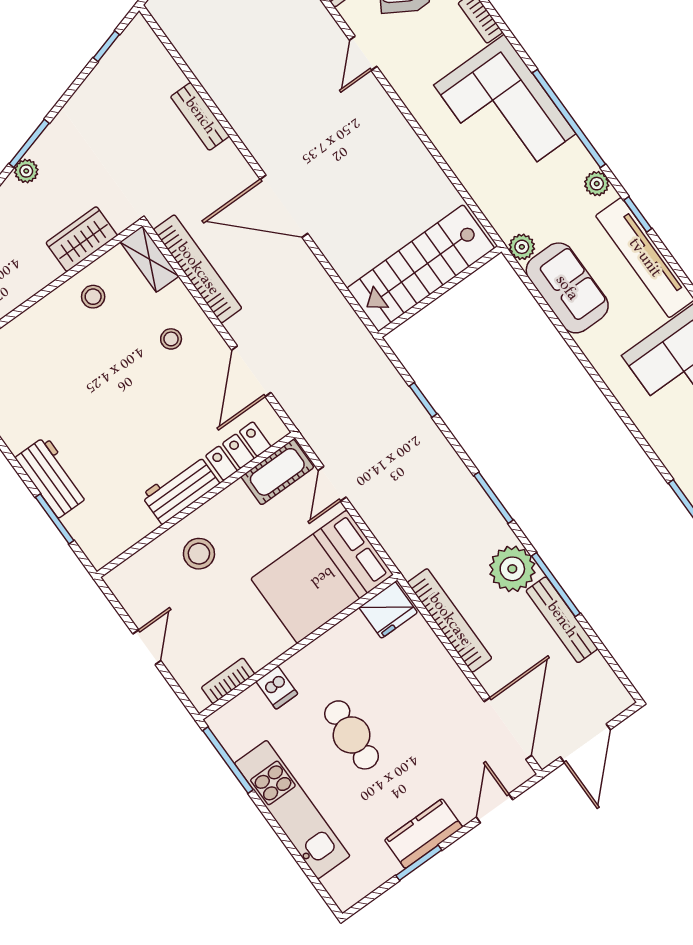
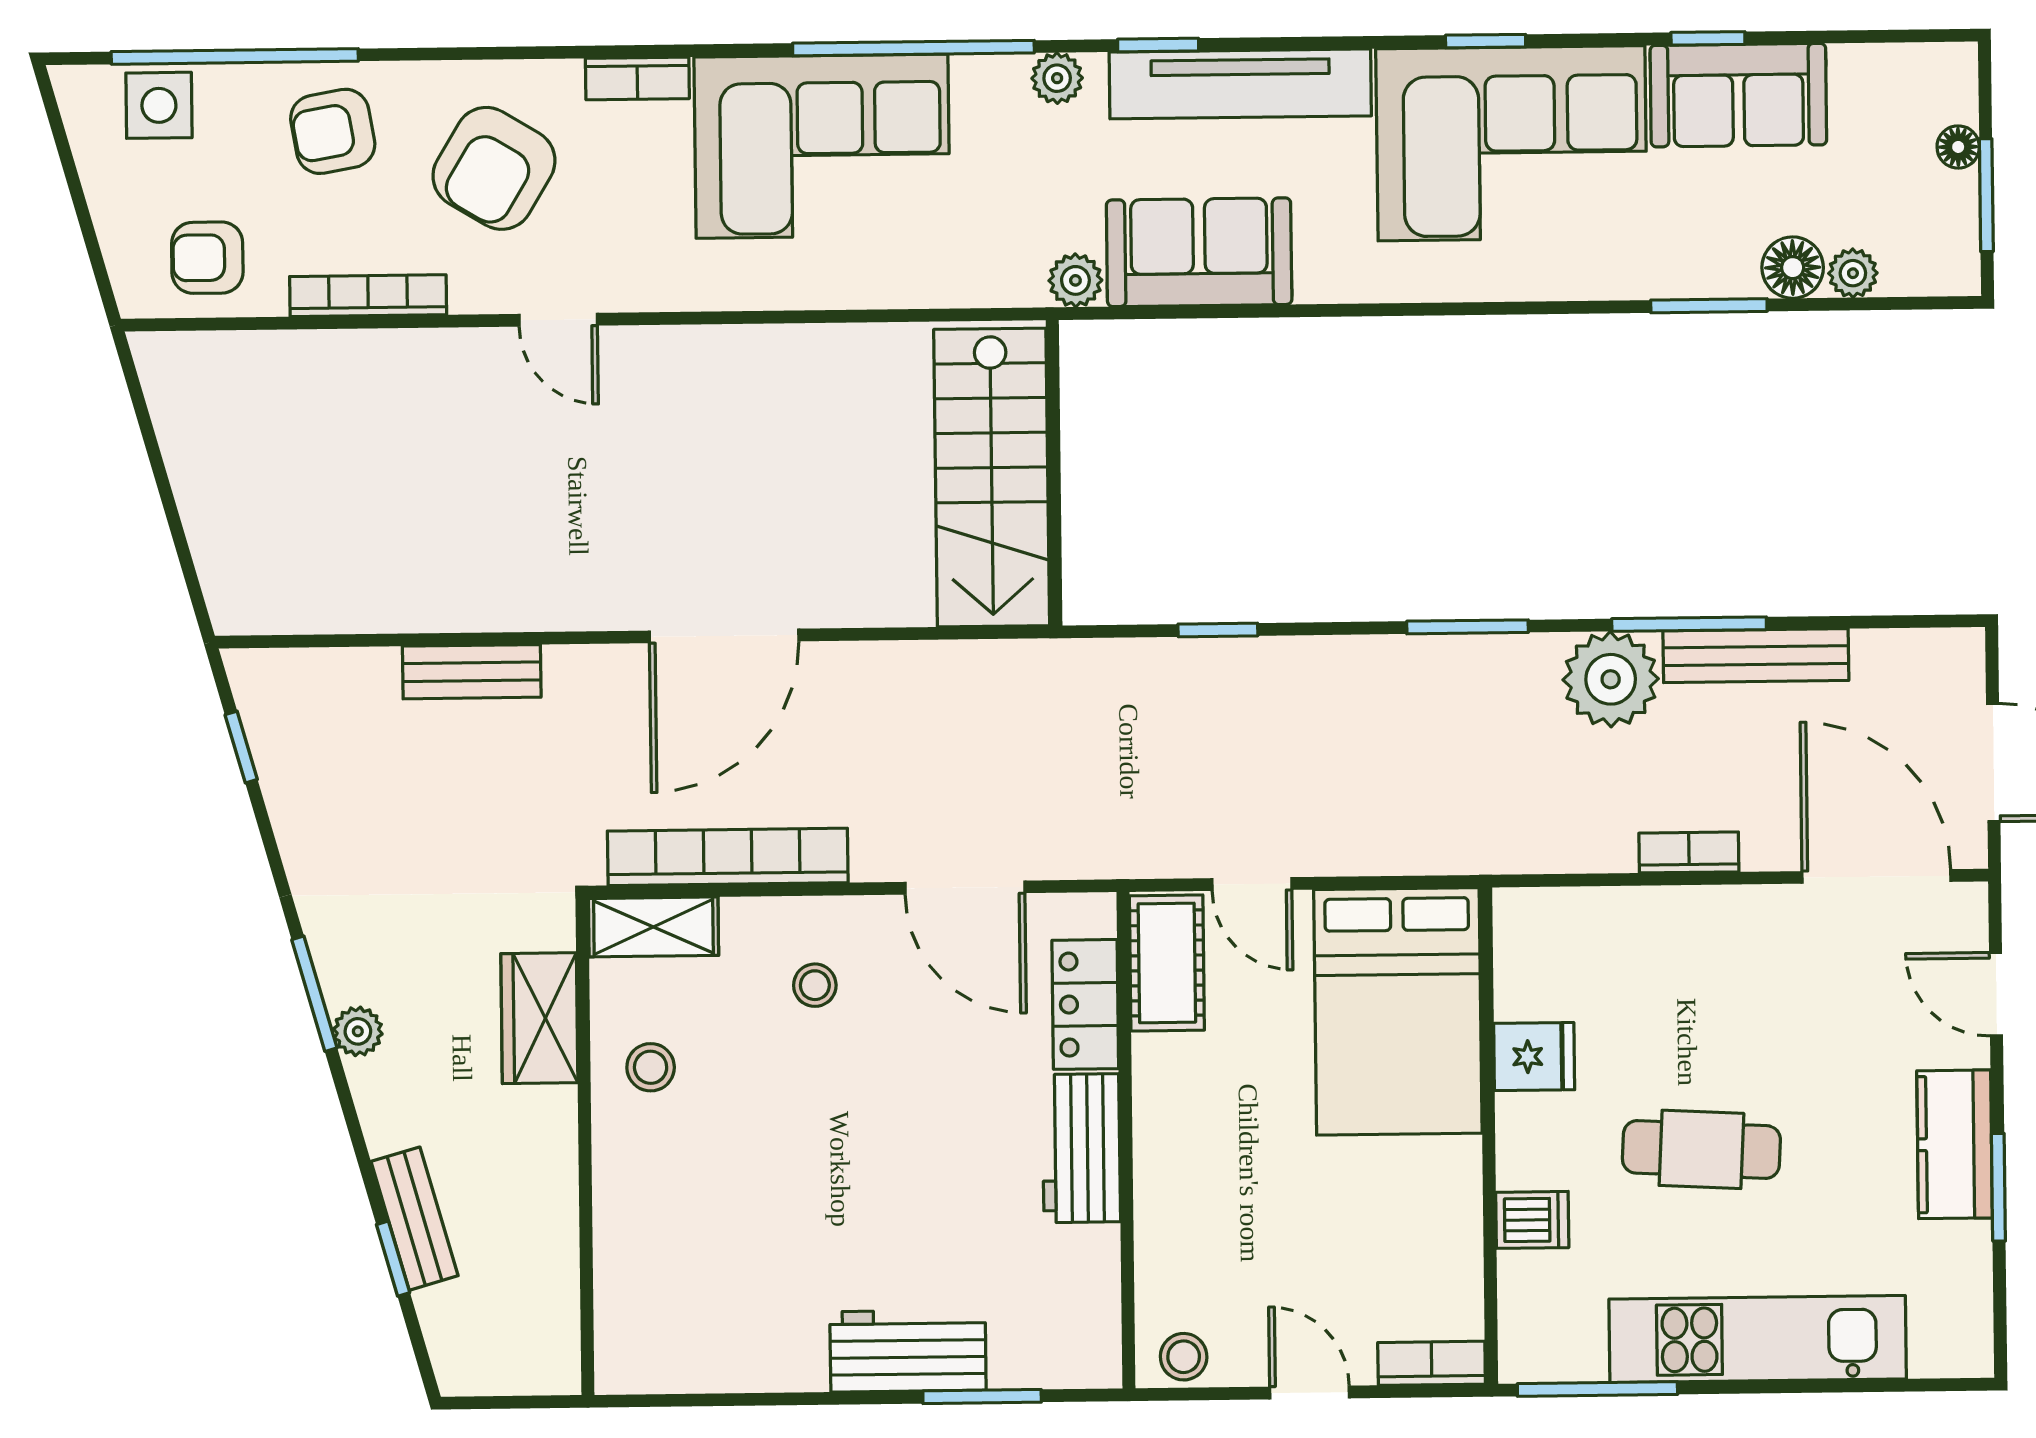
stool: (199, 554) -> (1184, 1357), moved, width x0.73, depth x0.73
fridge: (388, 610) -> (1534, 1057), moved, width x0.72
bookcase: (450, 620) -> (1689, 852), width x0.43, depth x0.76
bookcase: (228, 681) -> (1432, 1363), moved, turned 90

